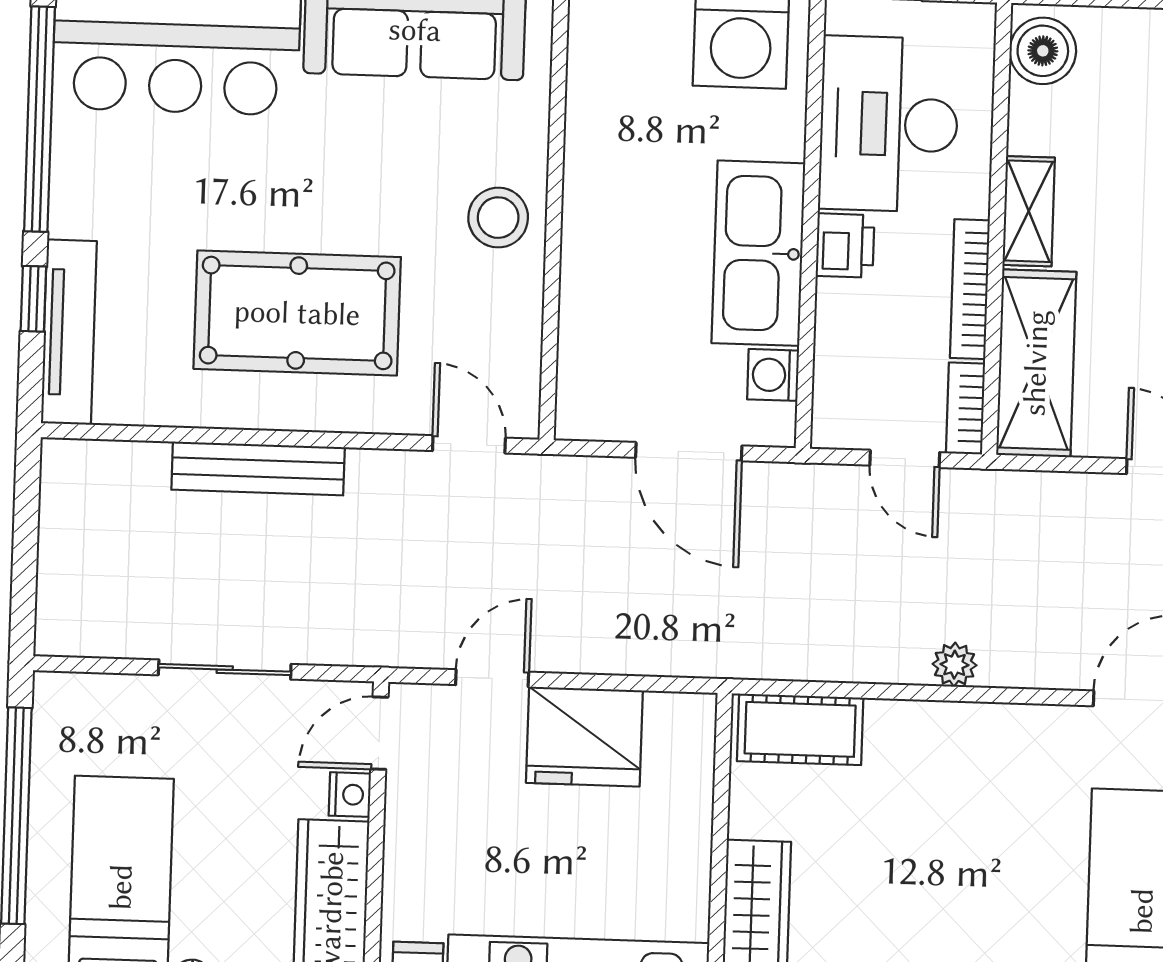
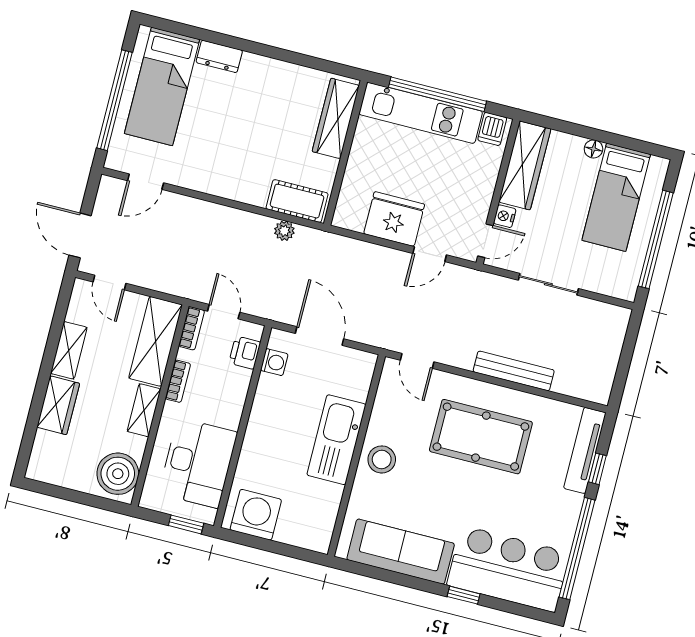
boiler: (1043, 51) -> (118, 474), width x1.37, depth x1.37
printer: (845, 246) -> (245, 353), moved
kitchen sink: (758, 253) -> (336, 440), moved, turned 180
bookcase: (970, 289) -> (178, 381), width x0.64
plant: (955, 665) -> (284, 231), moved

